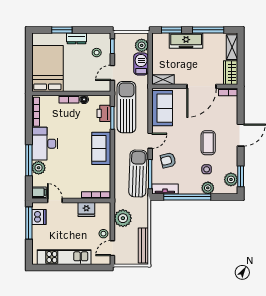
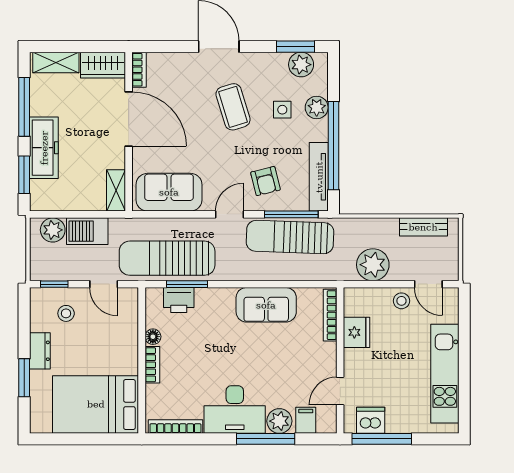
door: (150, 141) -> (230, 214), hinge flipped
coffee table: (208, 143) -> (233, 107), turned 73
sofa: (101, 148) -> (266, 305), moved
tv unit: (165, 189) -> (319, 177), width x1.41
filing cabinet: (39, 192) -> (306, 420), moved
bench: (143, 246) -> (423, 227), width x0.73

